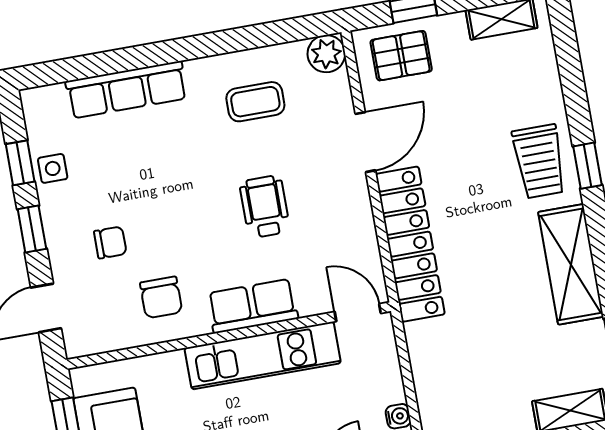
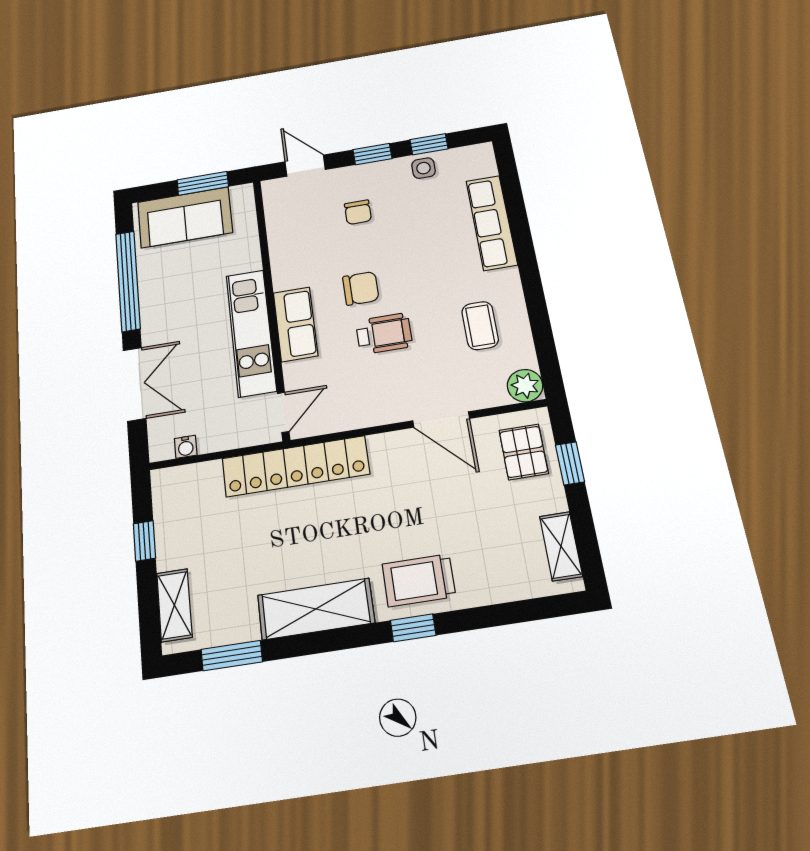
locker: (410, 244) -> (296, 466), moved
chair: (161, 297) -> (361, 288), moved, turned 180

